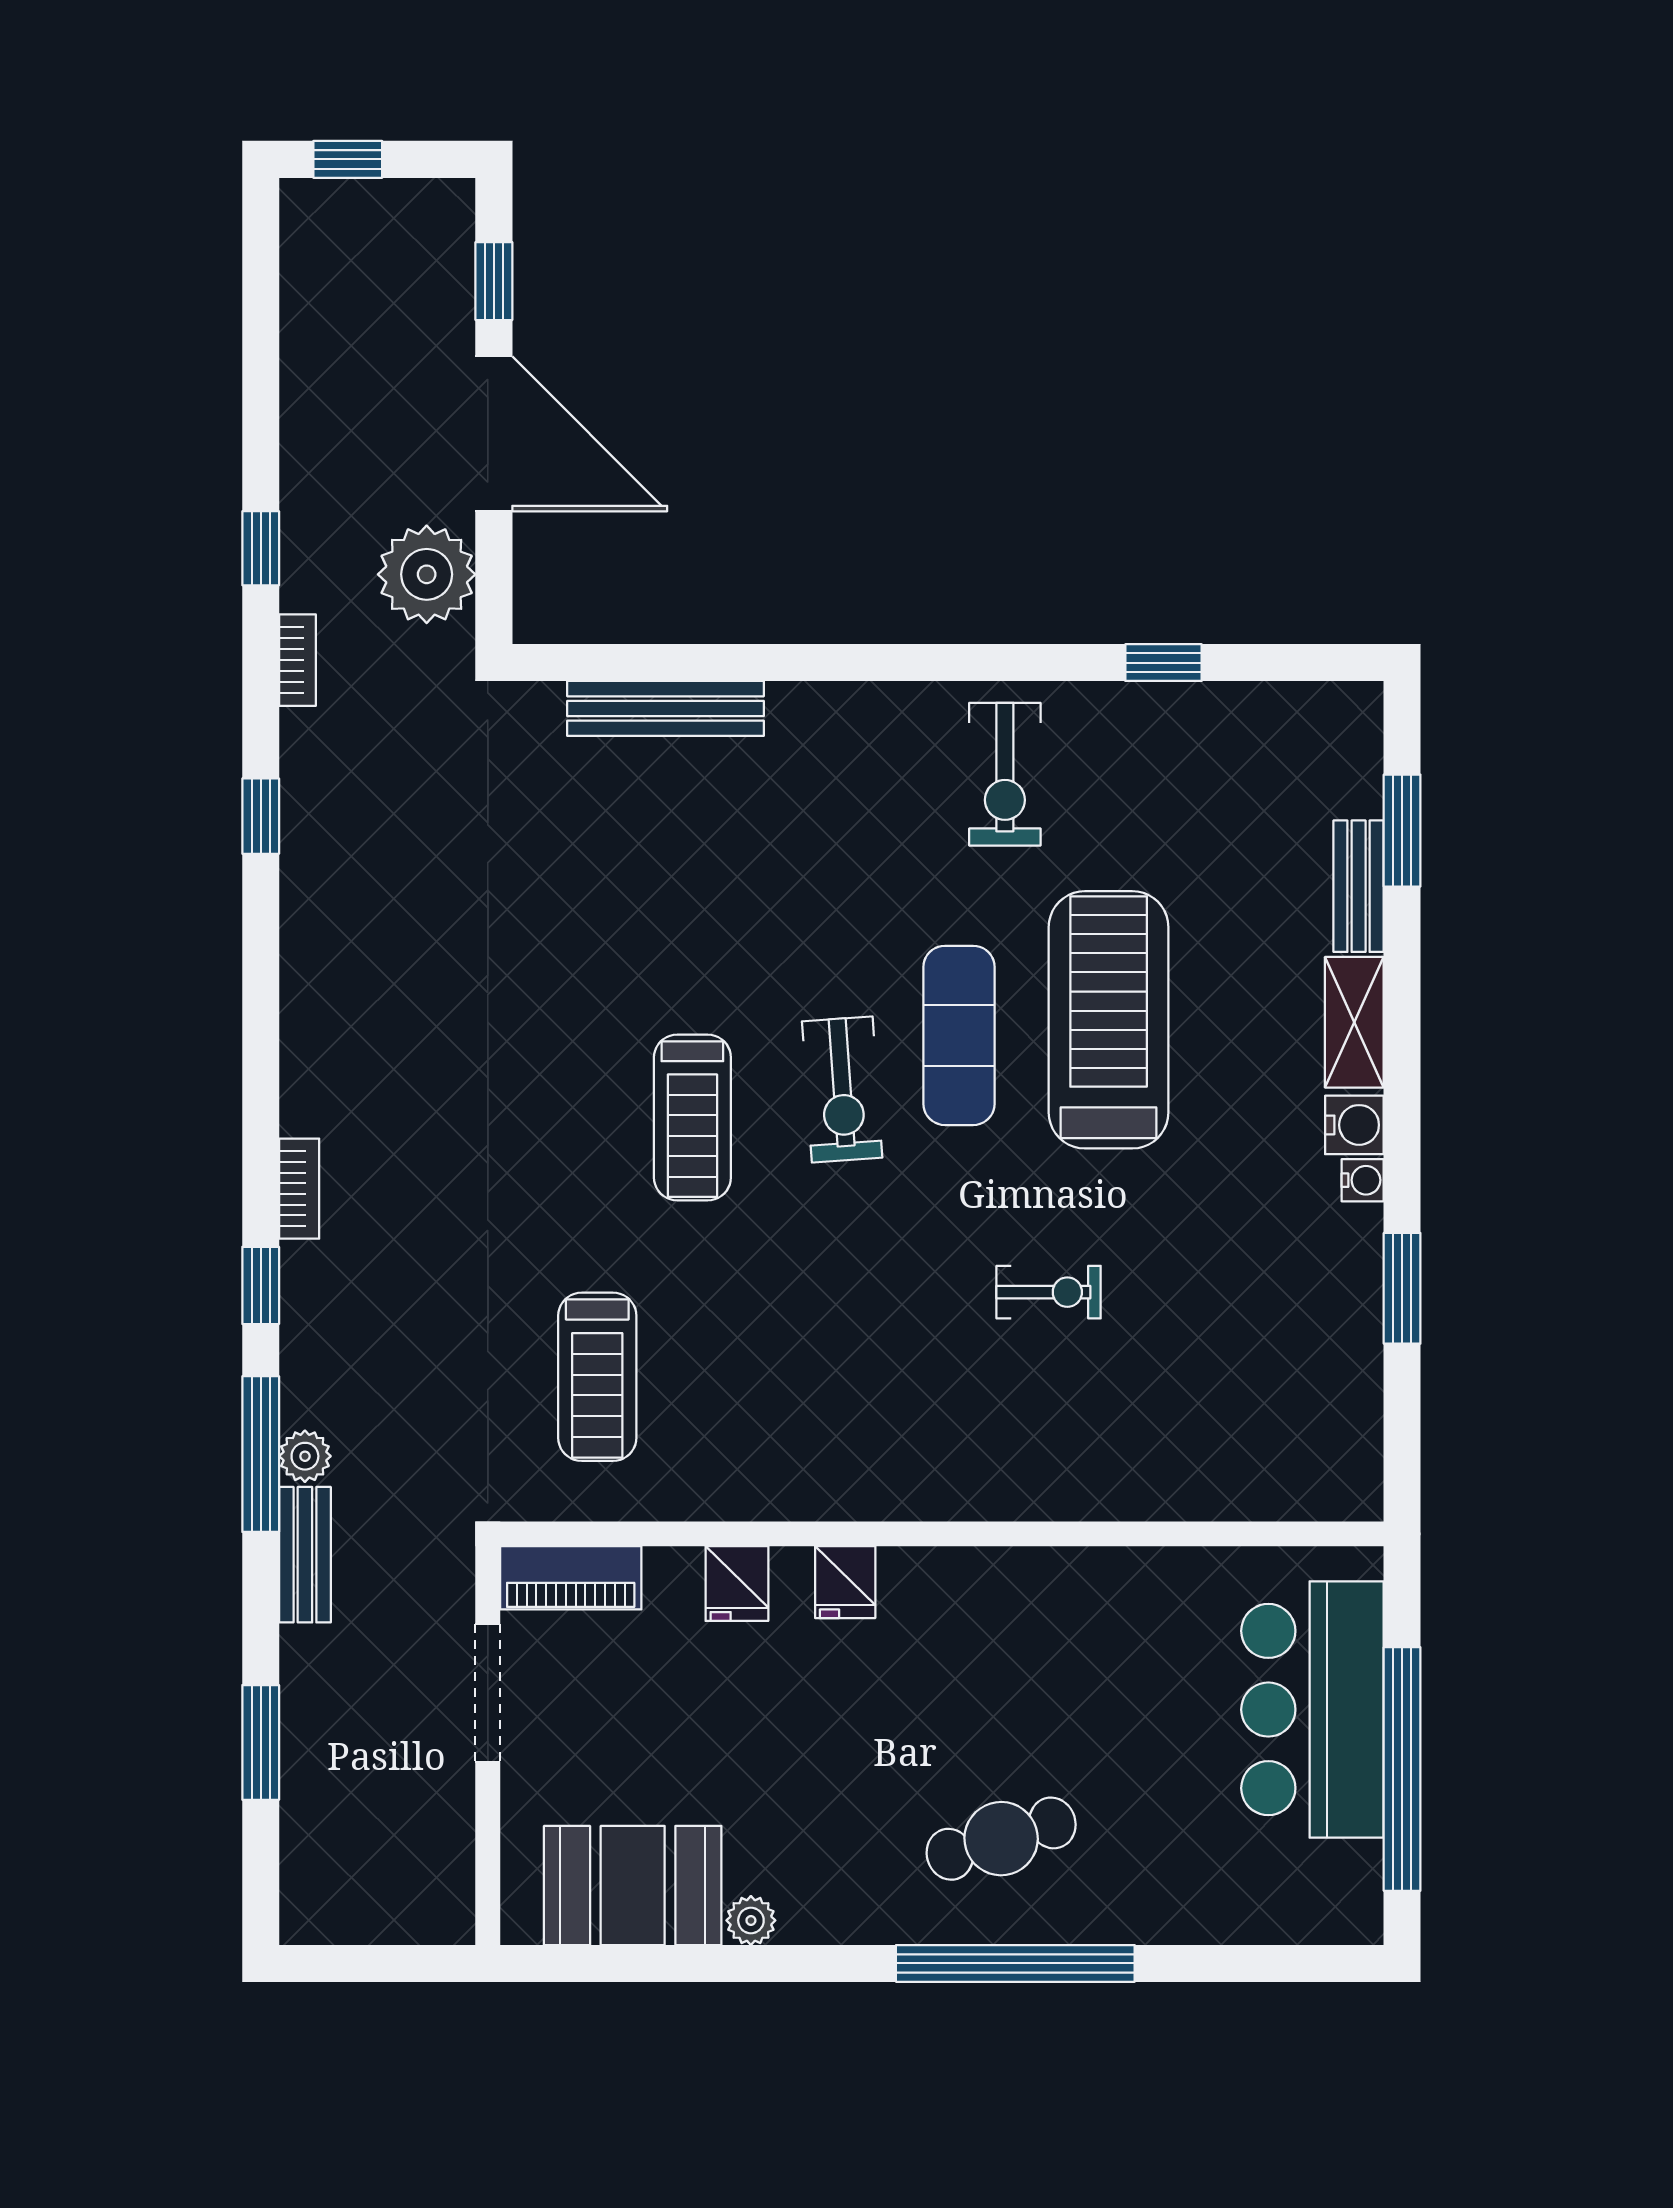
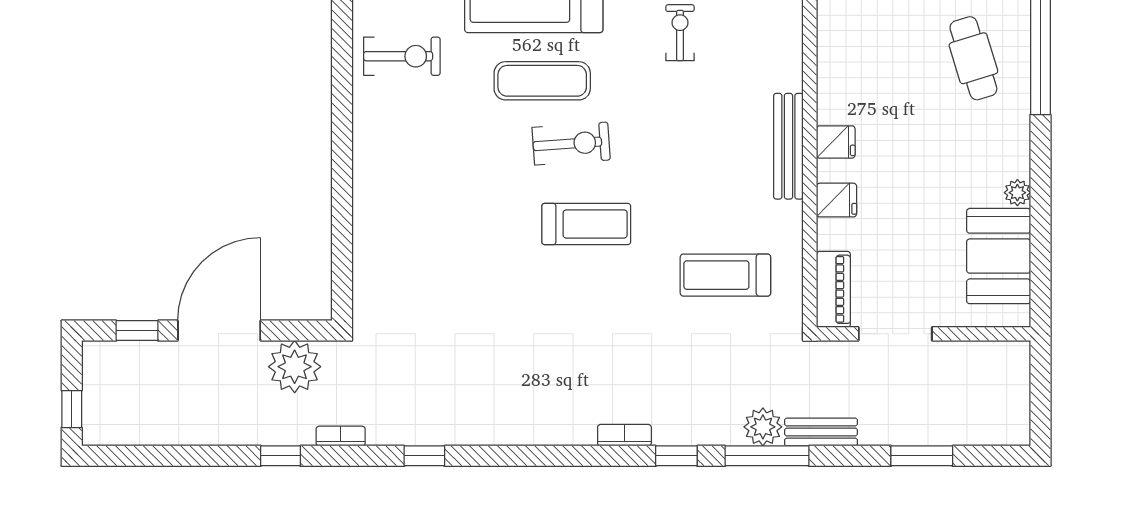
bench: (665, 708) -> (788, 146), moved
treadmill: (597, 1377) -> (725, 275), turned 180
plant: (305, 1456) -> (763, 427), width x1.38, depth x1.38

